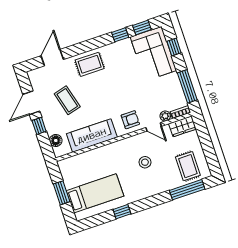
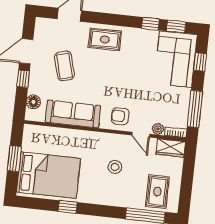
armchair: (130, 120) -> (120, 116), turned 180
bed: (95, 193) -> (48, 175), width x1.50

